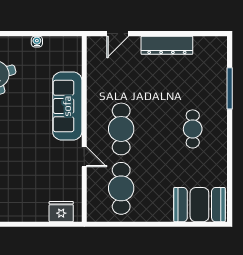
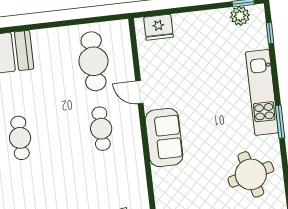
sofa: (67, 106) -> (164, 137), width x0.73
cafe table: (121, 129) -> (101, 129), width x0.73, depth x0.74

